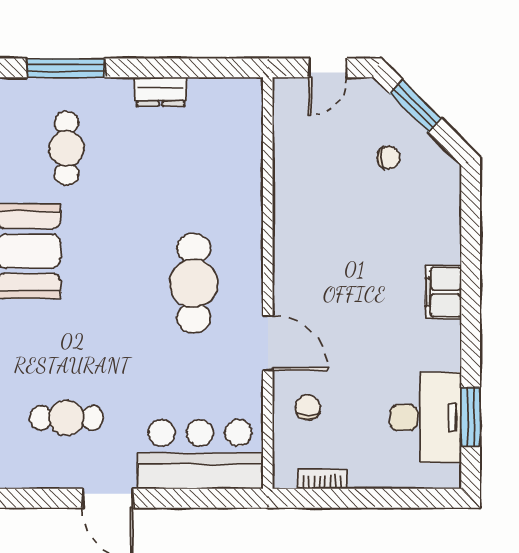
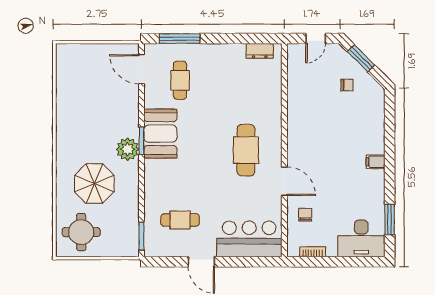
dresser: (161, 92) -> (260, 51), moved
filing cabinet: (443, 292) -> (375, 162), width x0.50
desk: (426, 417) -> (361, 238), moved, turned 90

